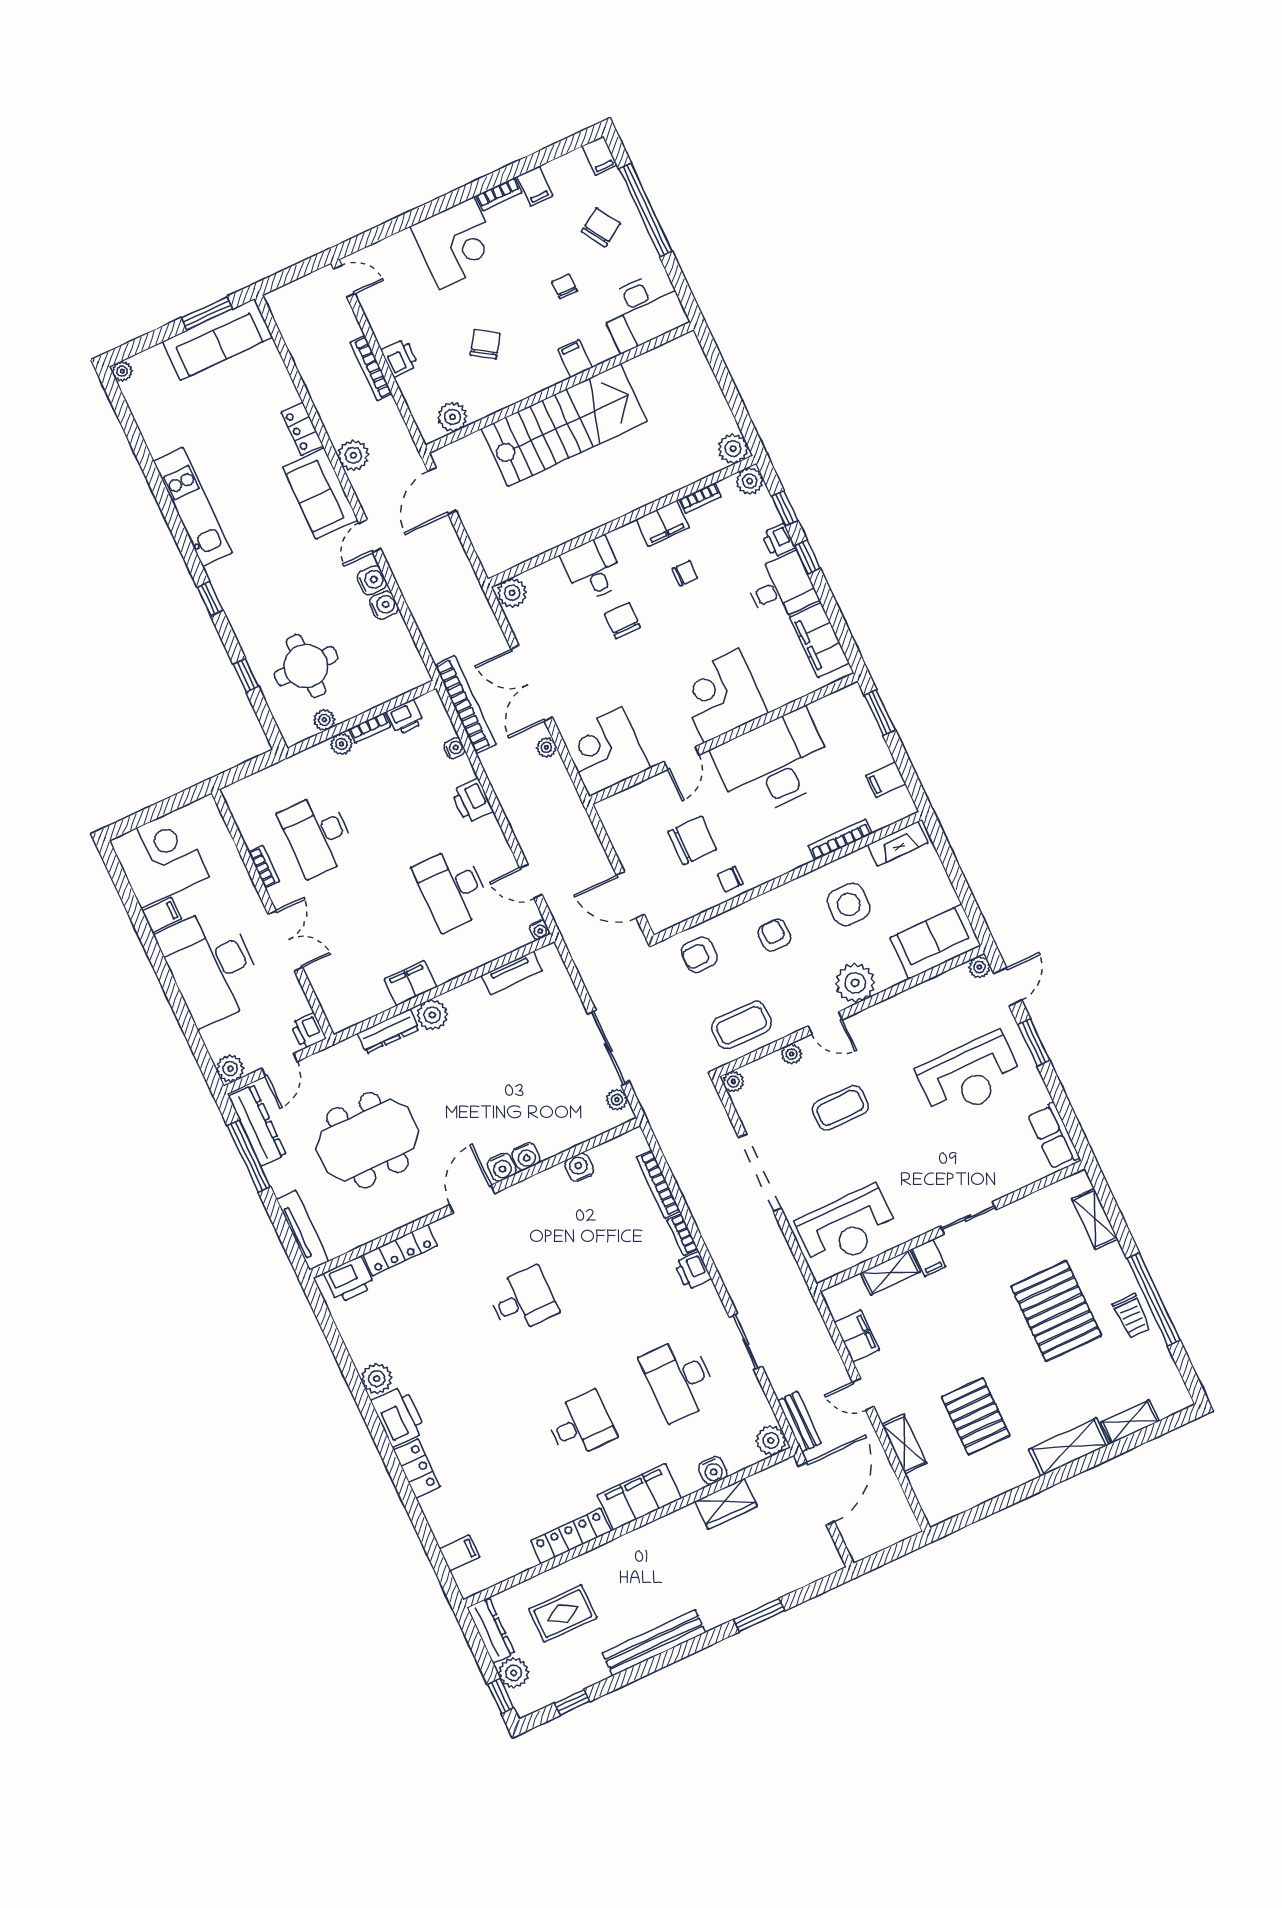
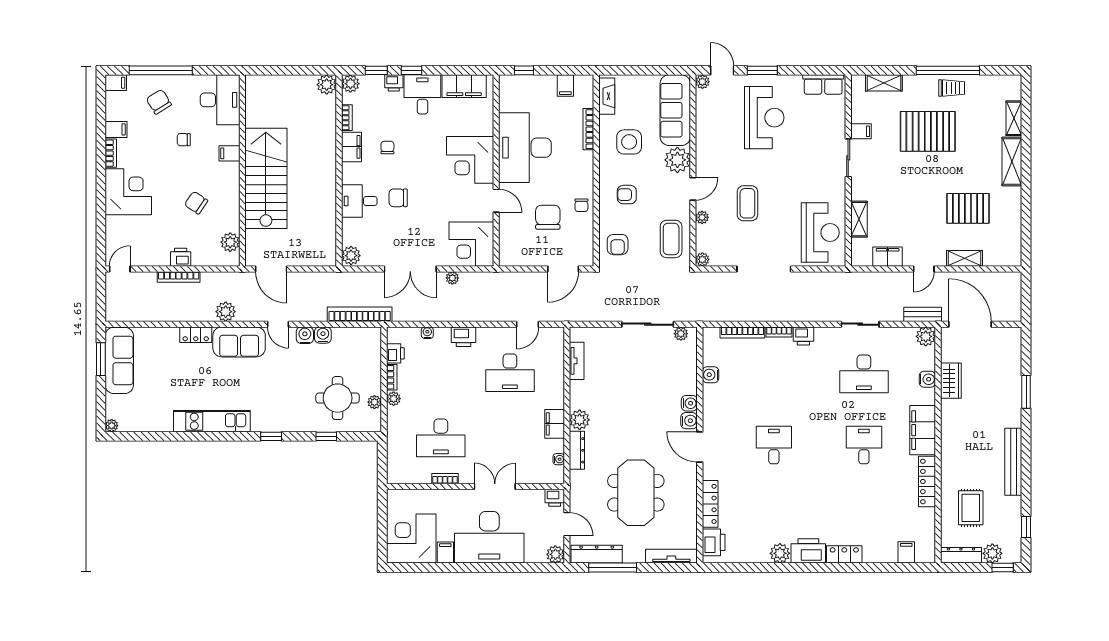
bookcase: (465, 705) -> (360, 314), moved
window: (880, 713) -> (524, 70), width x0.67
water cooler: (540, 930) -> (559, 459), moved
sofa: (935, 942) -> (675, 110), width x1.36
filing cabinet: (929, 1258) -> (861, 131), moved

